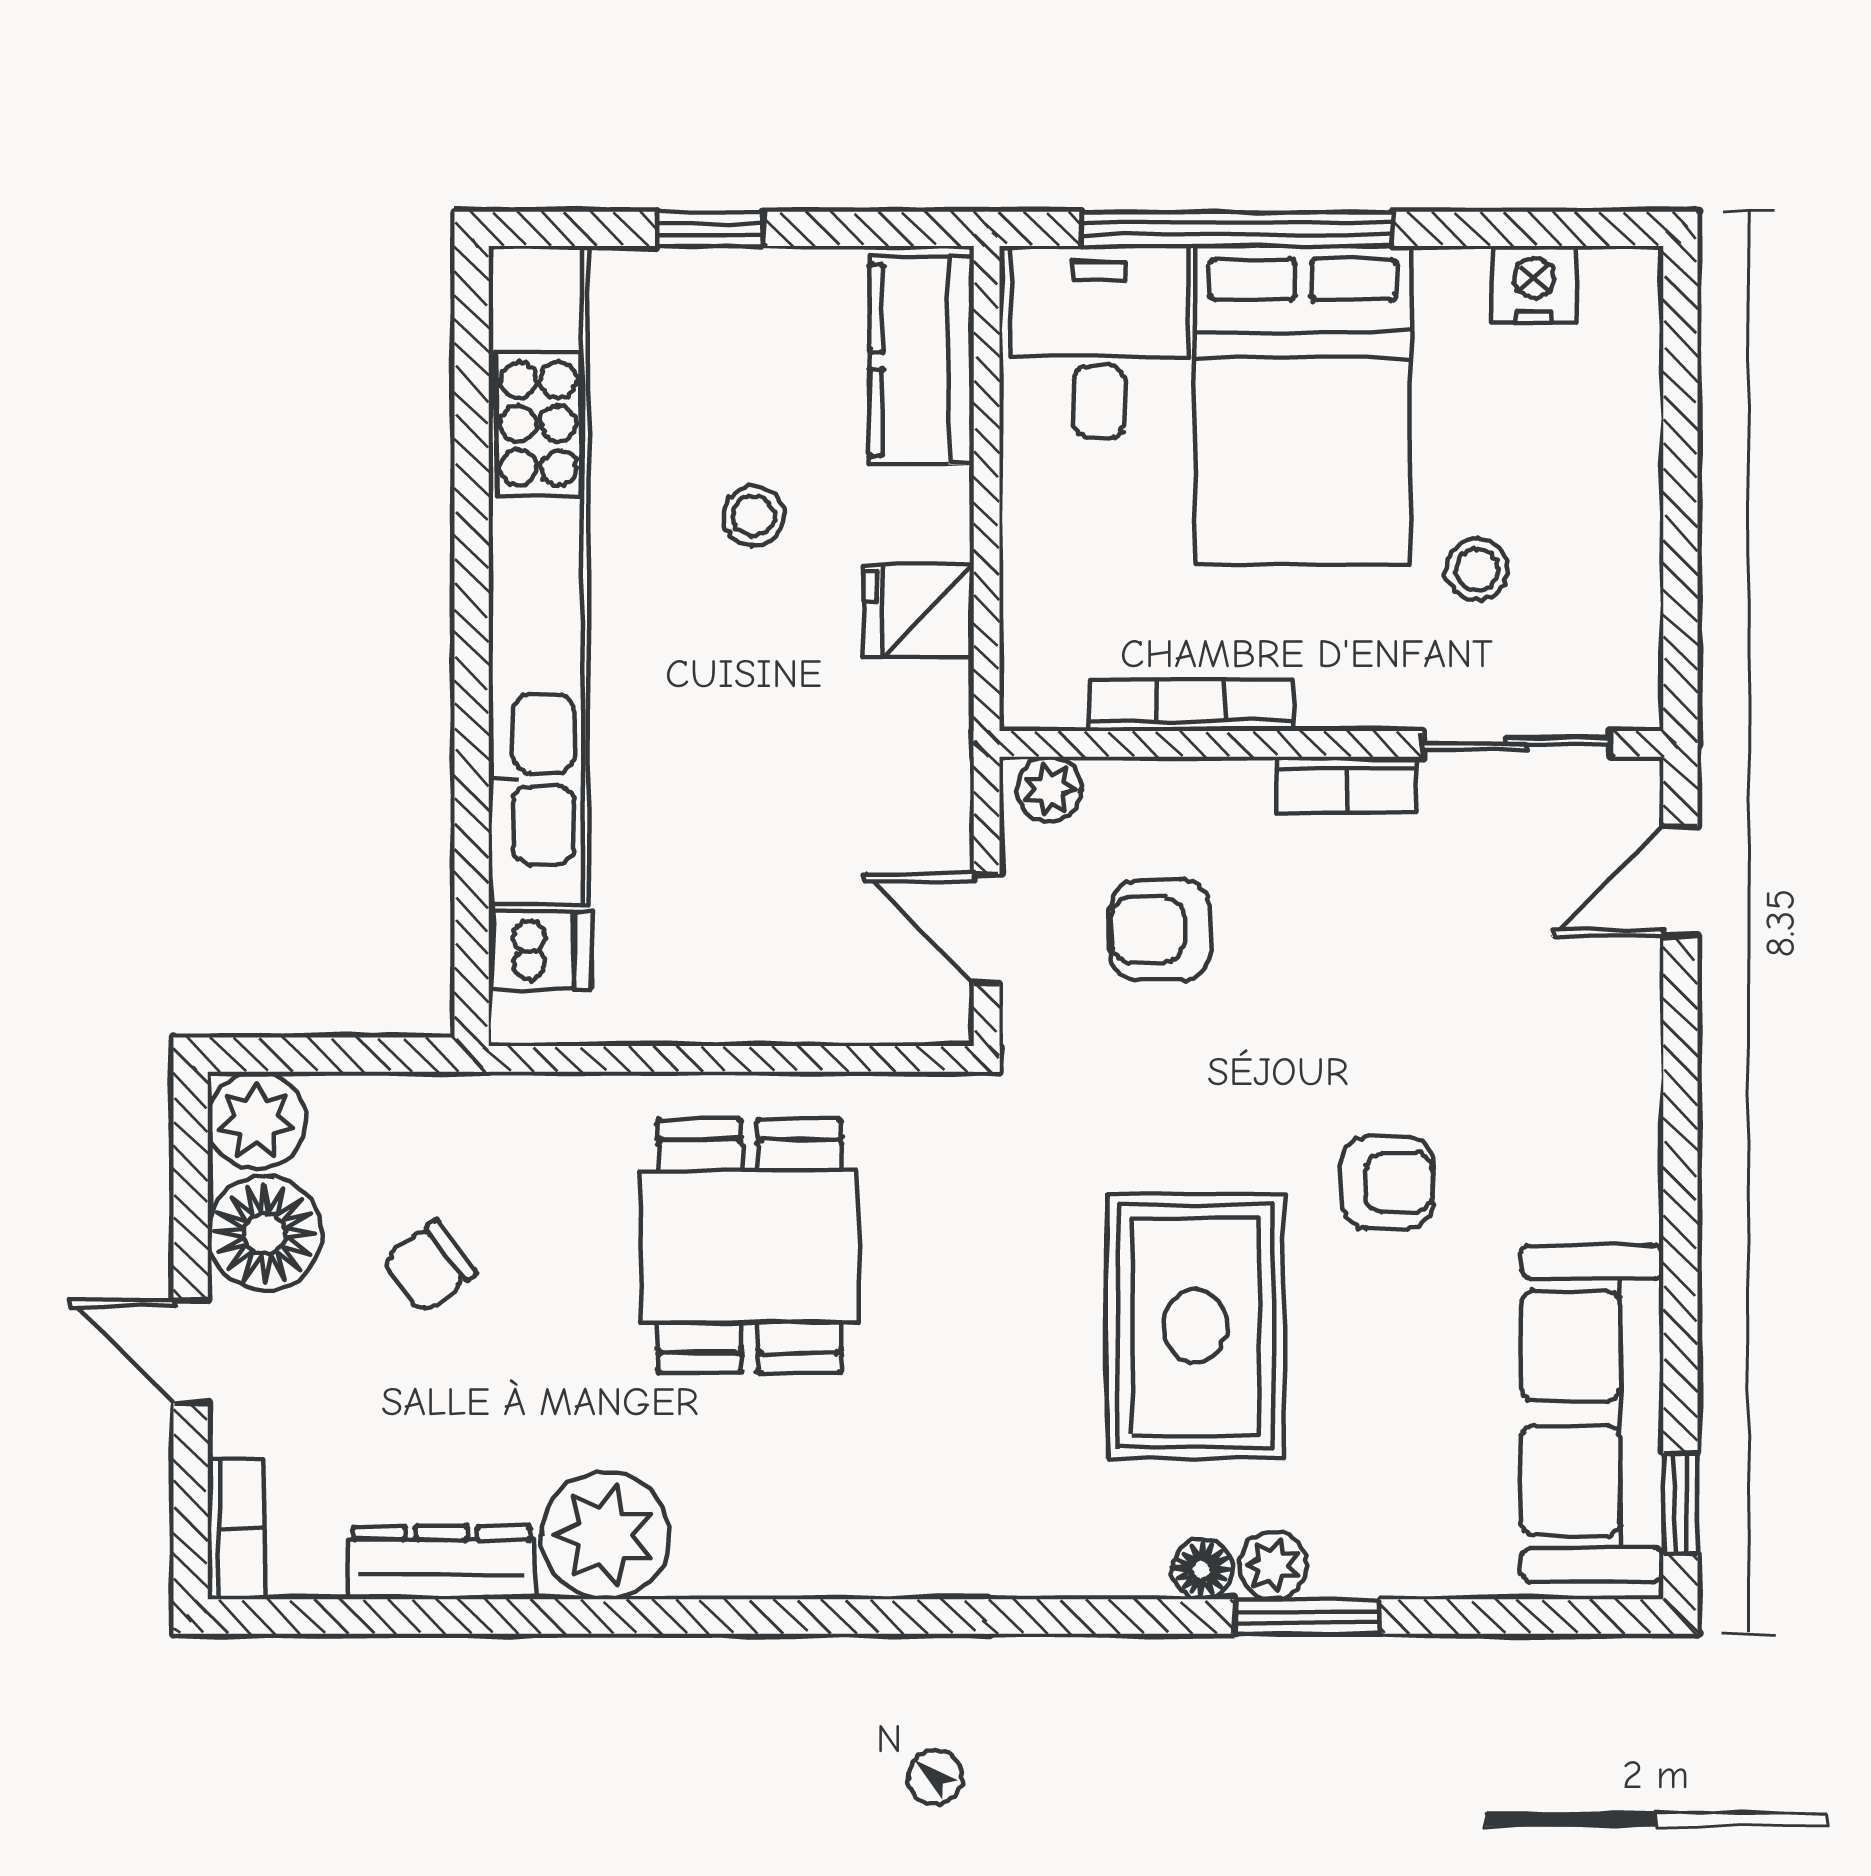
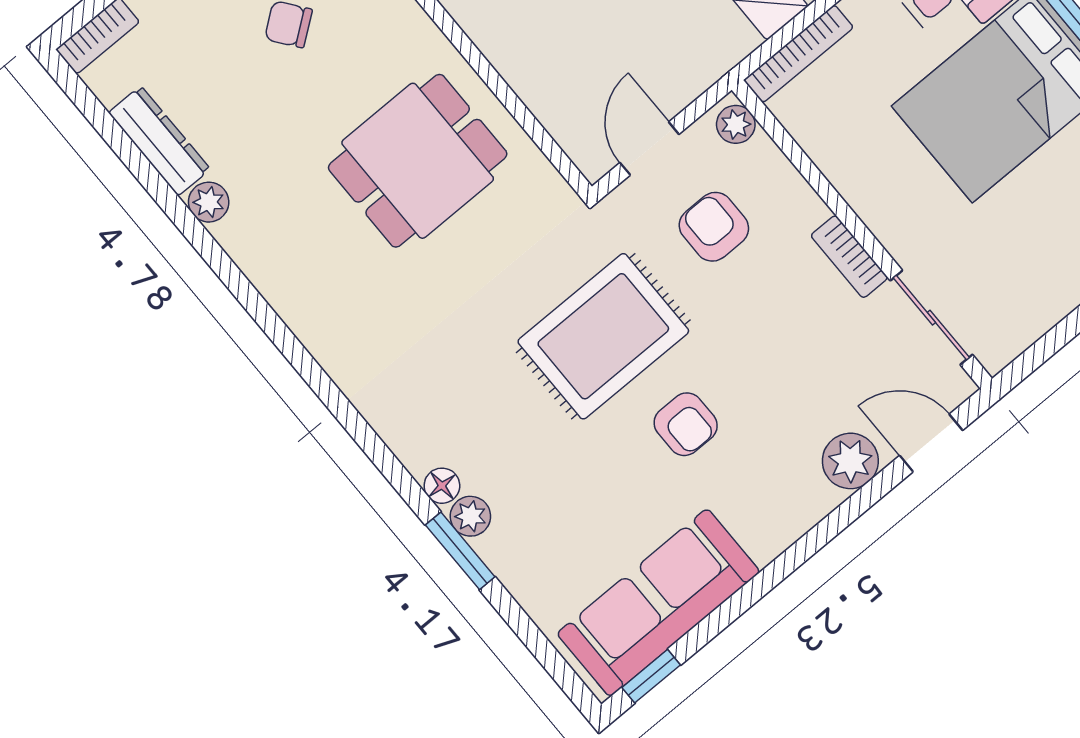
stool: (1477, 569) -> (995, 234), removed
bookcase: (1191, 705) -> (799, 54), moved, turned 90
plant: (1616, 1007) -> (850, 461), added
rug: (1195, 1326) -> (603, 336), moved
plant: (605, 1535) -> (209, 202), width x0.53, depth x0.53

